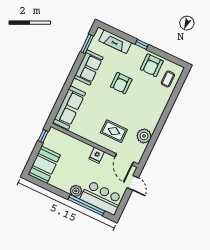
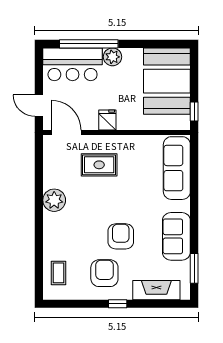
armchair: (152, 65) -> (104, 273), moved
plant: (144, 136) -> (54, 200), moved
booth: (44, 165) -> (167, 81), width x1.36, depth x1.42

